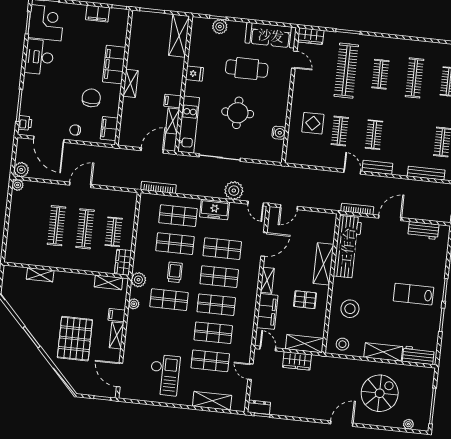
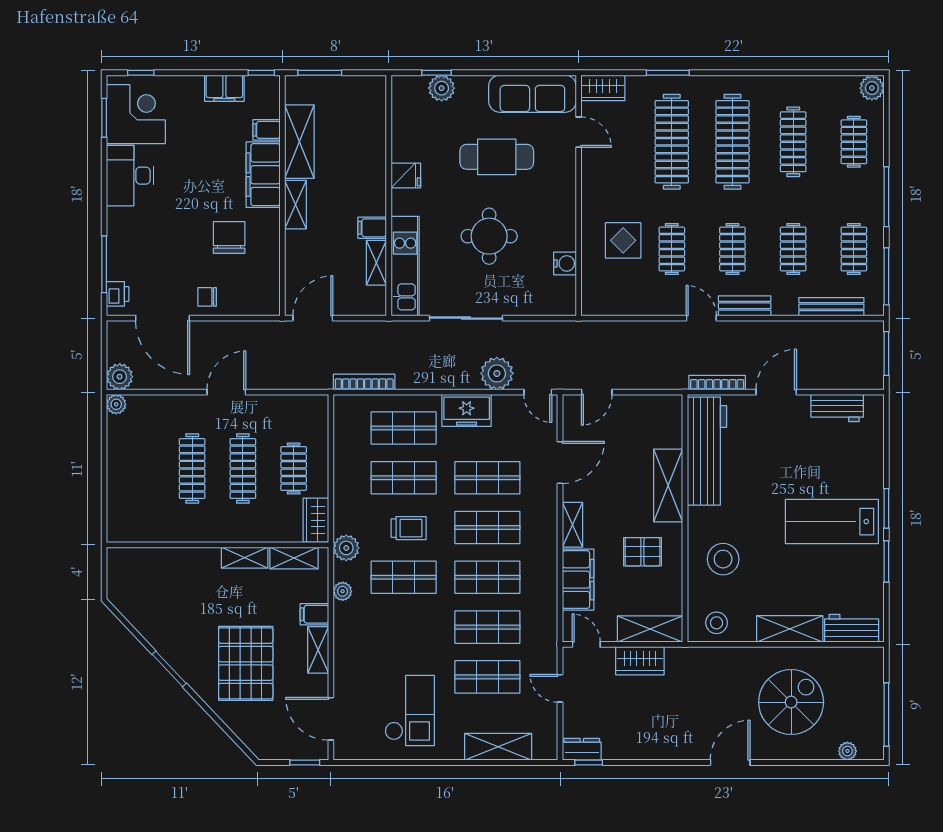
shelving: (179, 36) -> (299, 142), moved
clothes rail: (380, 74) -> (732, 142), width x1.86, depth x1.31
filing cabinet: (109, 129) -> (266, 130), moved, width x0.50
clothes rail: (408, 138) -> (793, 249), added
door: (152, 150) -> (313, 318), moved
trolley: (175, 272) -> (409, 528), turned 90
shelving: (40, 275) -> (245, 558), moved
lab bench: (413, 294) -> (832, 522), width x1.36, depth x1.39

